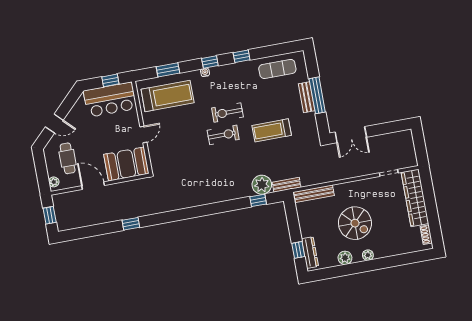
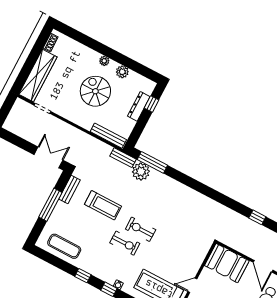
bench: (307, 97) -> (70, 190), moved
door: (143, 134) -> (192, 285), moved
window: (258, 200) -> (152, 162), width x2.17
dresser: (310, 252) -> (139, 106), moved

